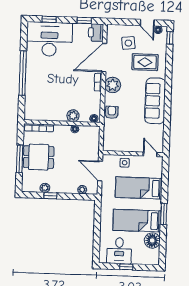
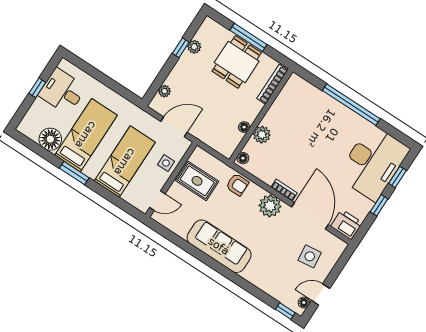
window: (84, 20) -> (379, 205), moved
rug: (145, 62) -> (197, 181), moved, turned 90

